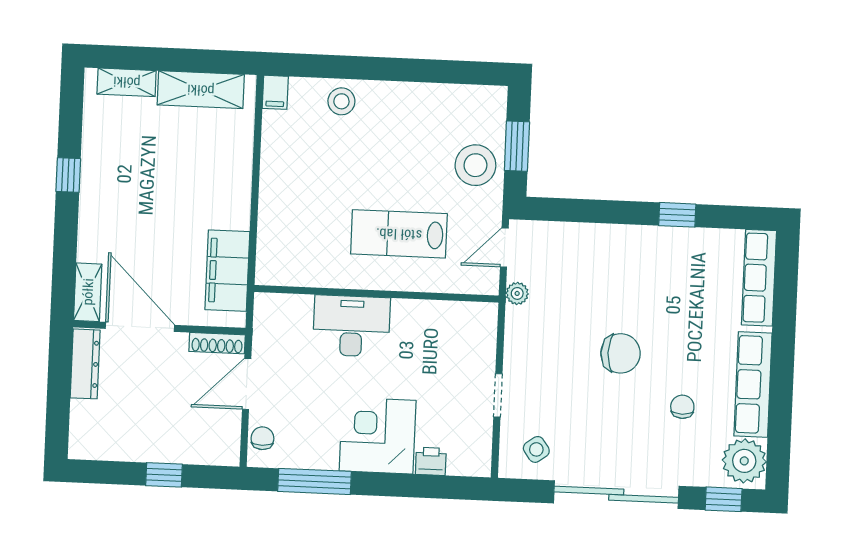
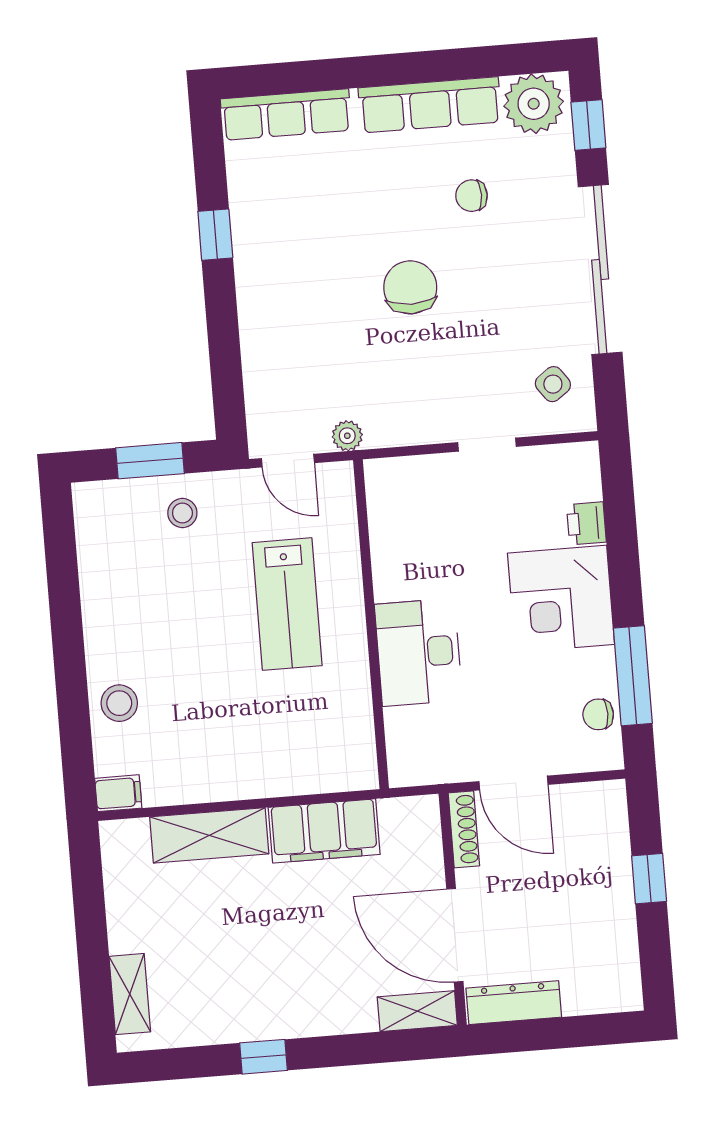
shelving: (201, 90) -> (209, 835), moved, turned 90
stool: (475, 165) -> (182, 513), width x0.53, depth x0.53
filing cabinet: (227, 271) -> (324, 831), moved
door: (140, 327) -> (455, 935), hinge flipped
chair: (262, 438) -> (598, 714), moved

